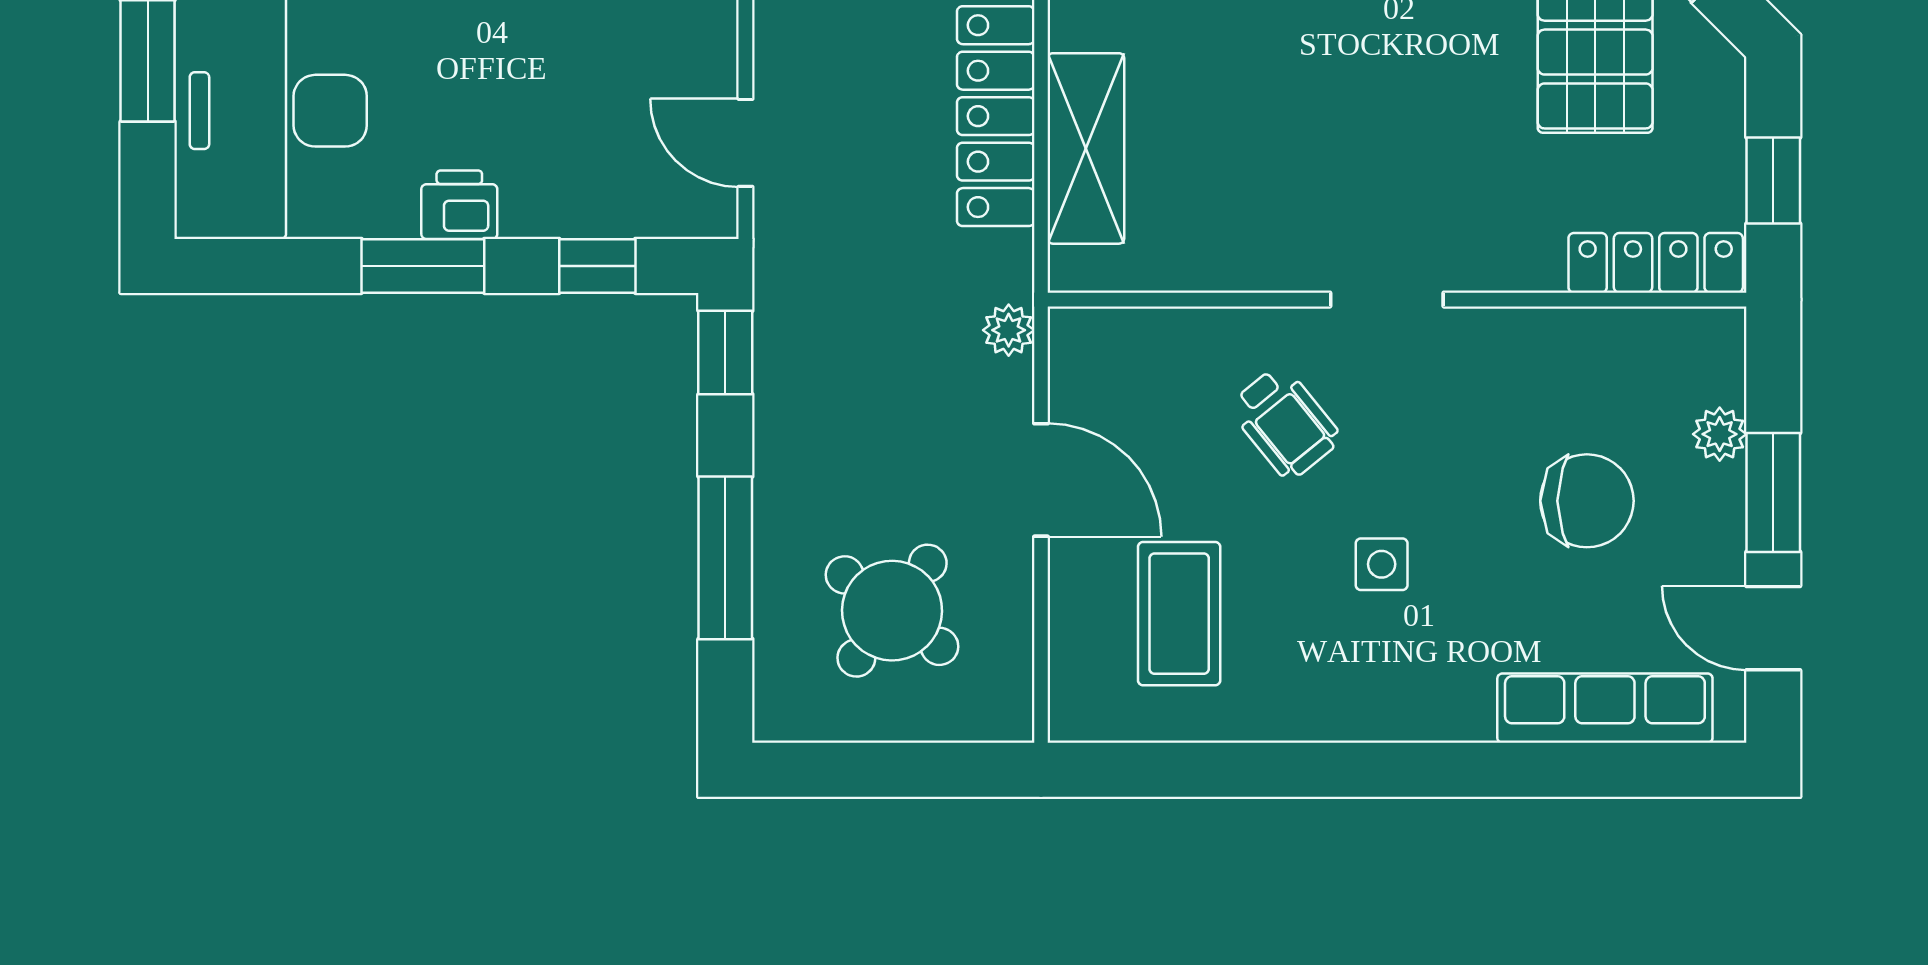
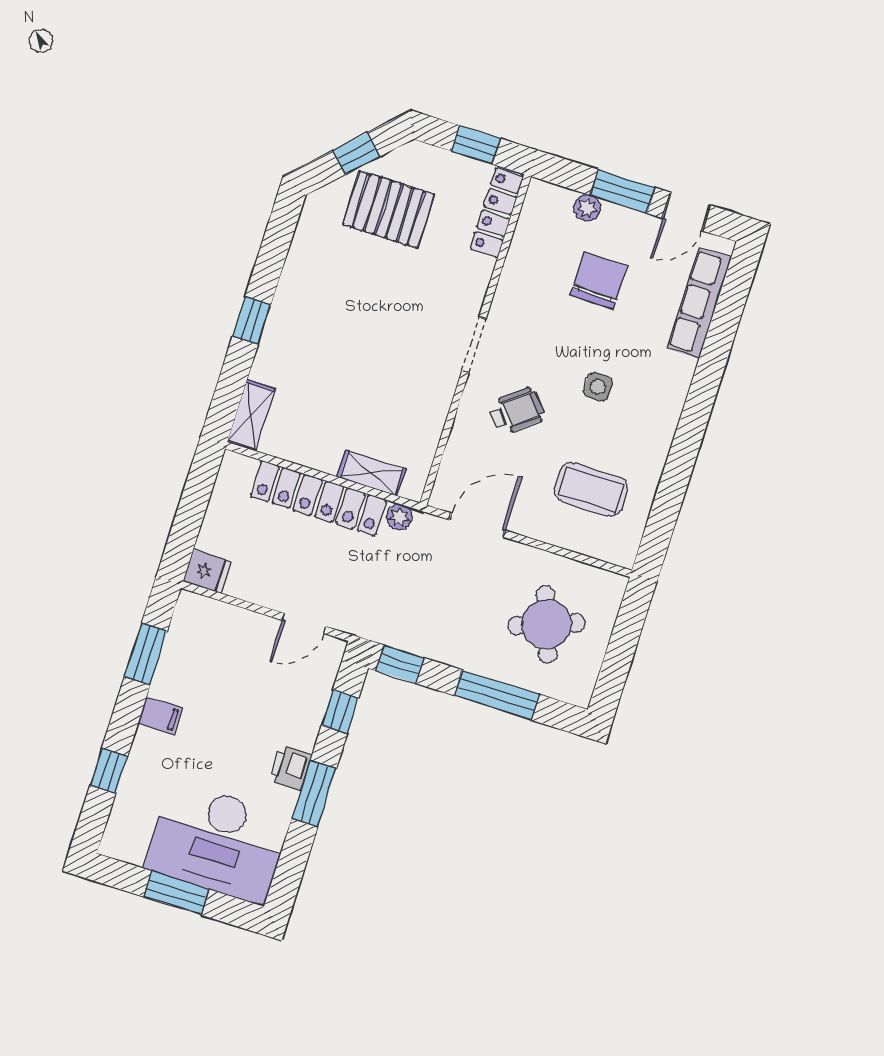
shelving: (1086, 148) -> (371, 473), width x0.67, depth x0.75
plant: (1009, 330) -> (399, 517), moved
door: (1041, 480) -> (477, 525), moved
round table: (892, 611) -> (547, 624), turned 33

